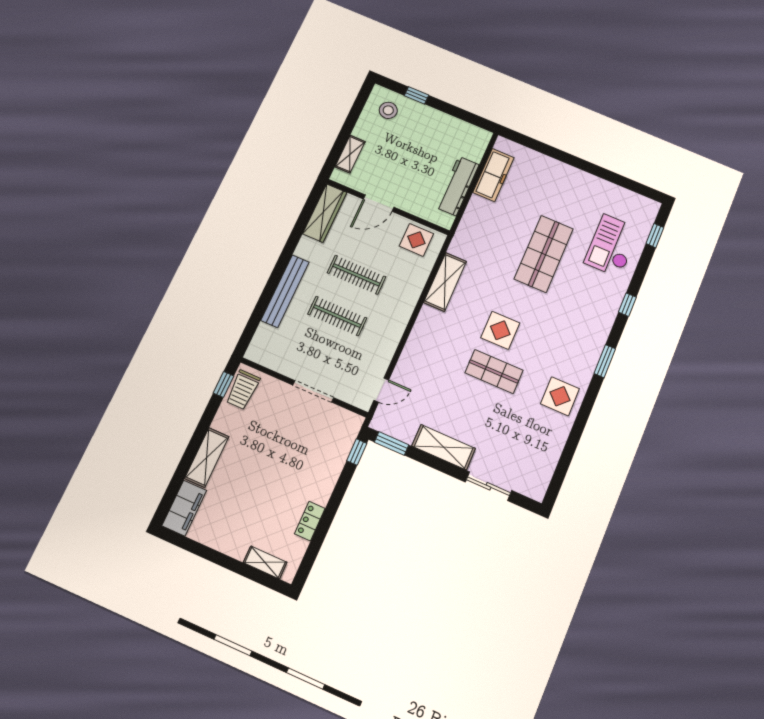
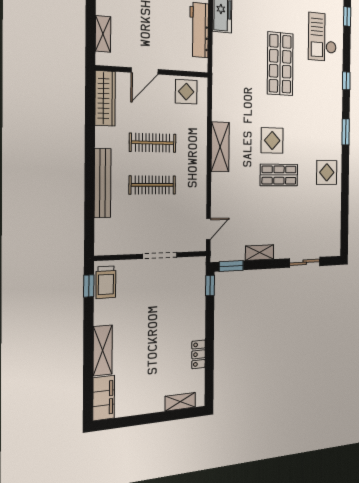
shelving: (445, 282) -> (220, 147), moved
shelving: (444, 447) -> (260, 253), width x0.67, depth x0.75

